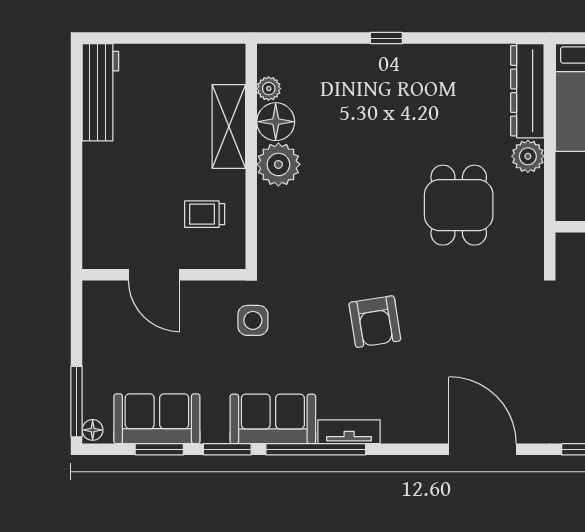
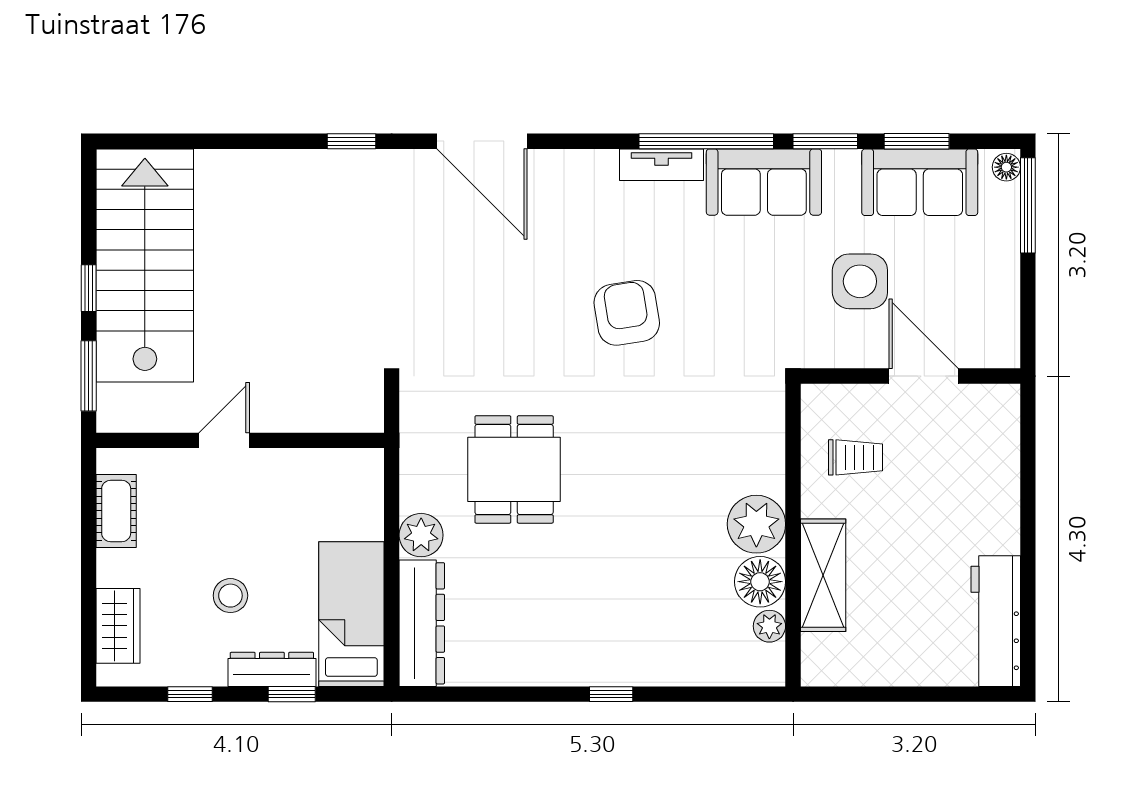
side table: (253, 320) -> (860, 281), moved, width x1.37, depth x1.37

